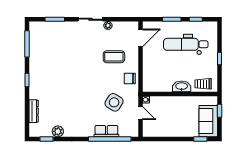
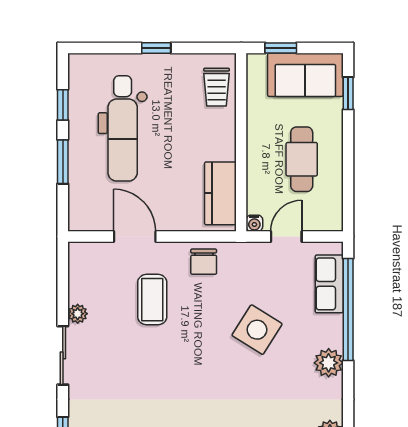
door: (140, 38) -> (135, 236), moved
kitchen counter: (158, 85) -> (220, 193), added
washbasin: (182, 86) -> (223, 138), removed
side table: (114, 102) -> (257, 330), moved
cafe table: (173, 120) -> (302, 159), added
plant: (87, 131) -> (329, 363), added
row of seats: (106, 131) -> (329, 284), moved

